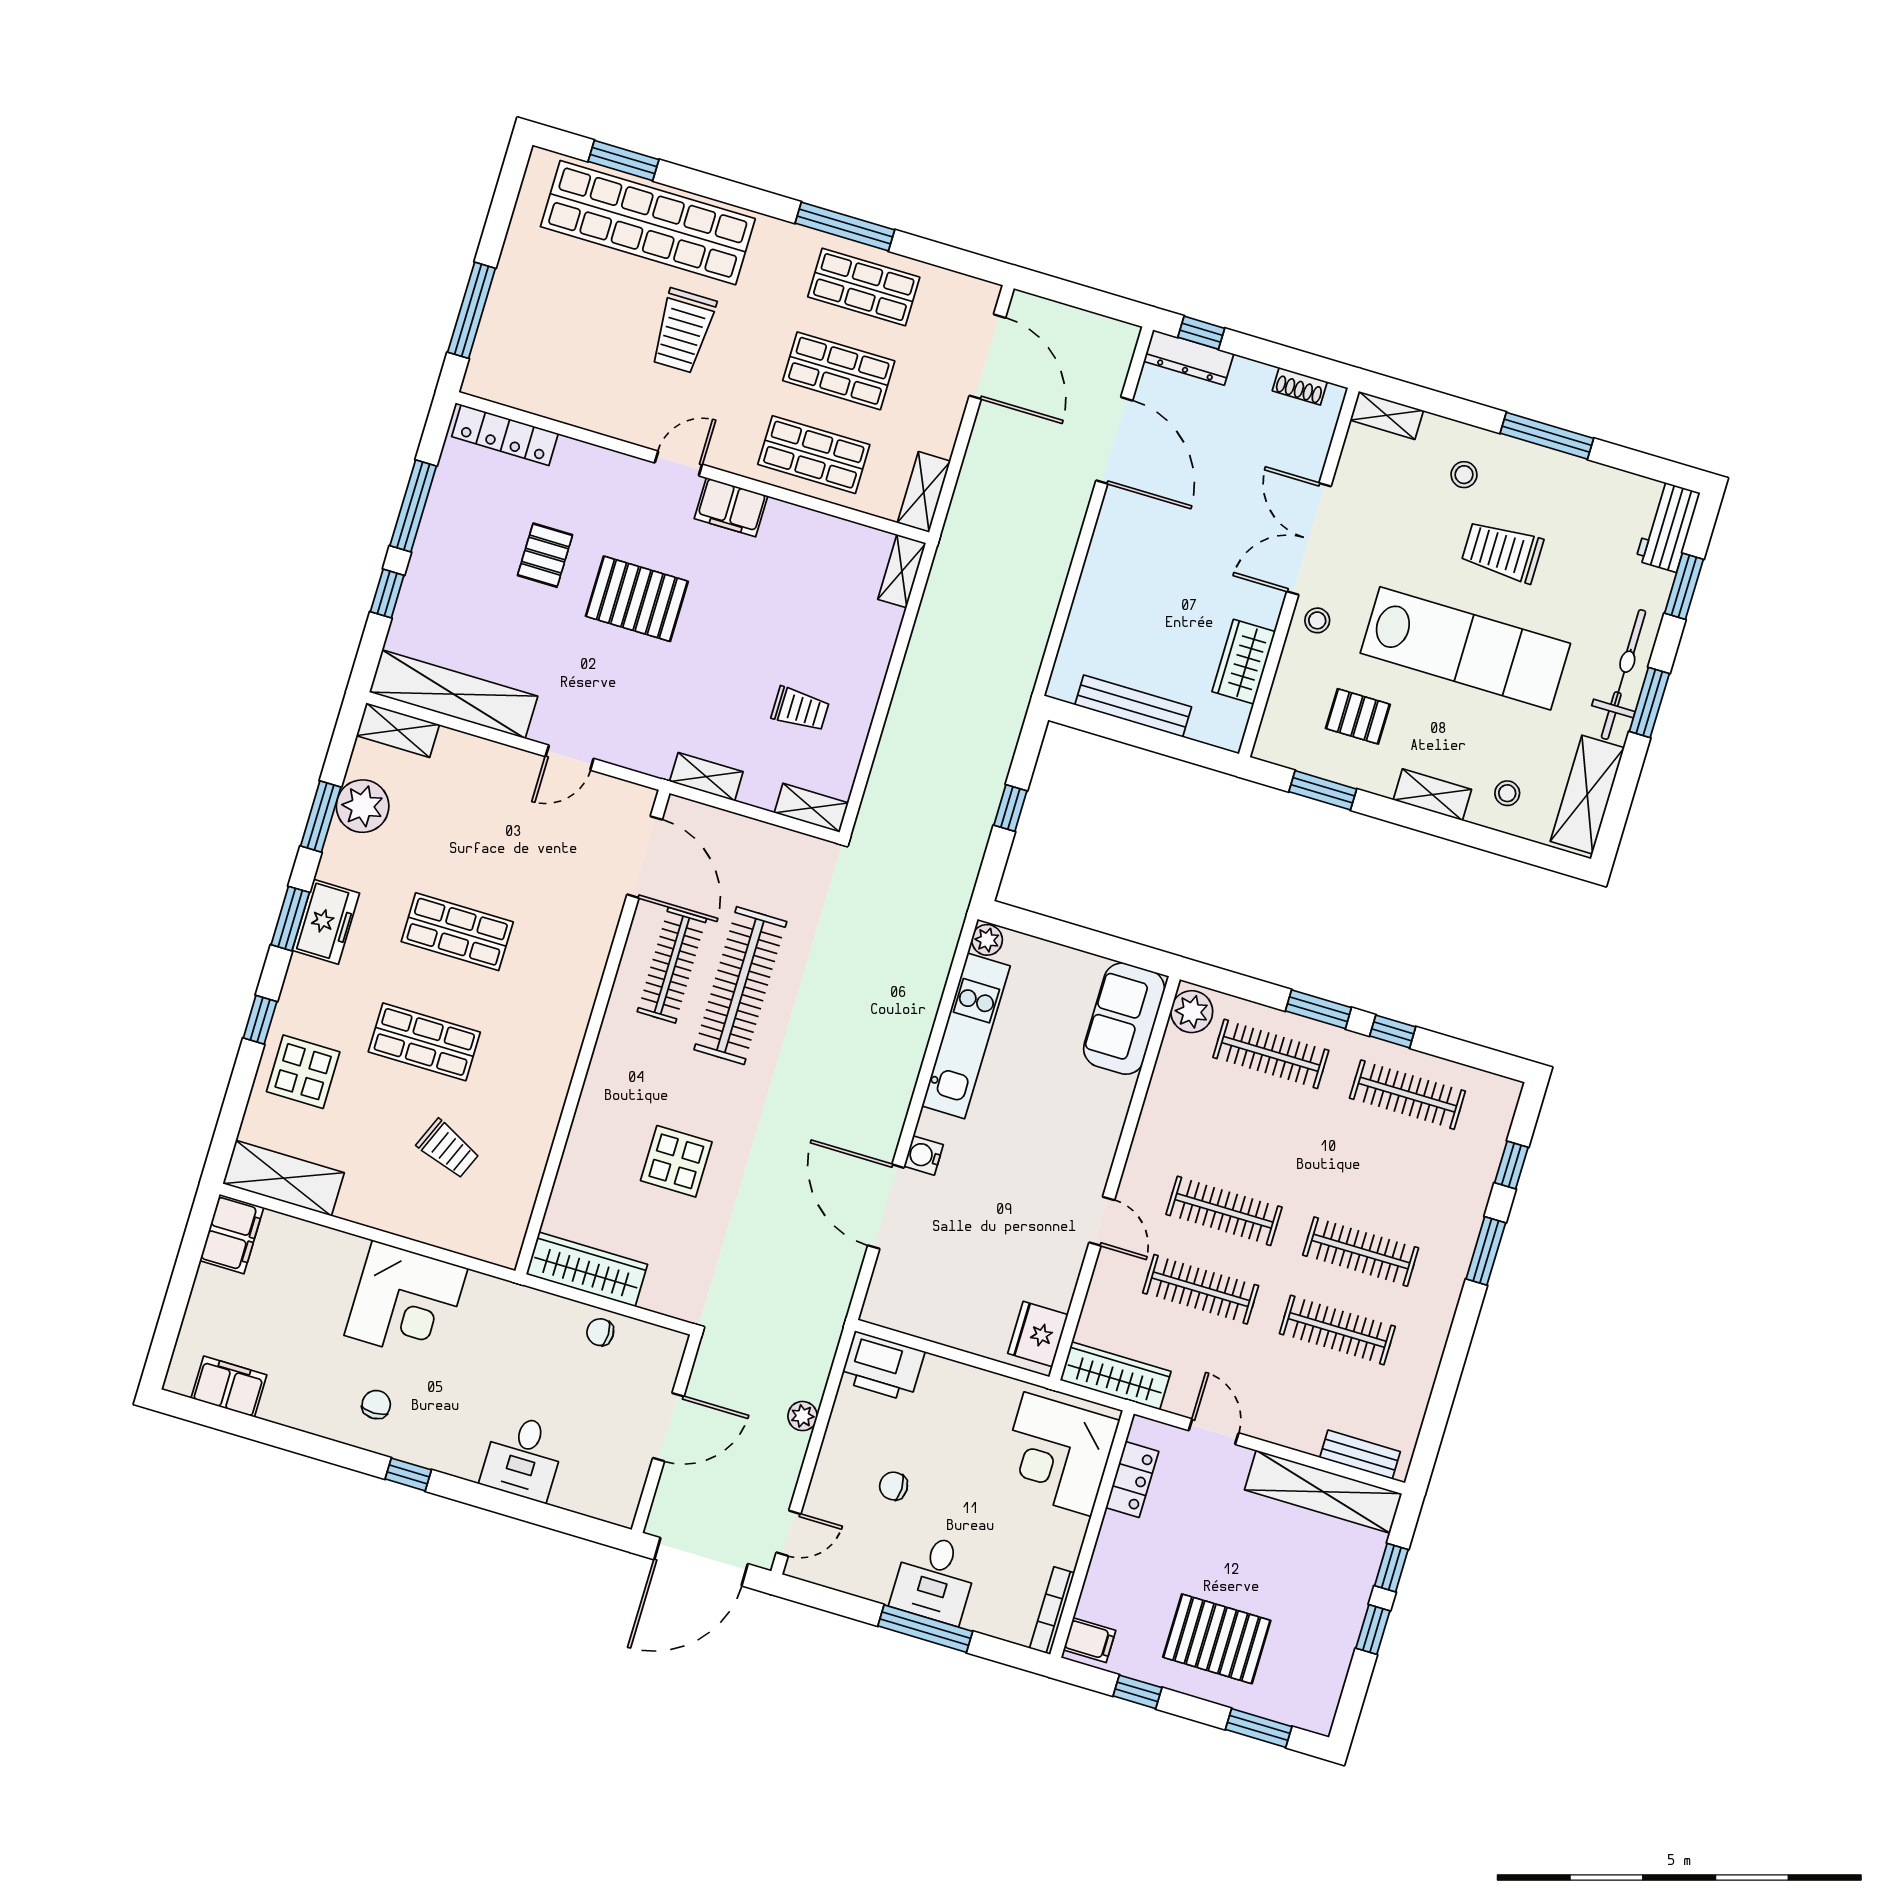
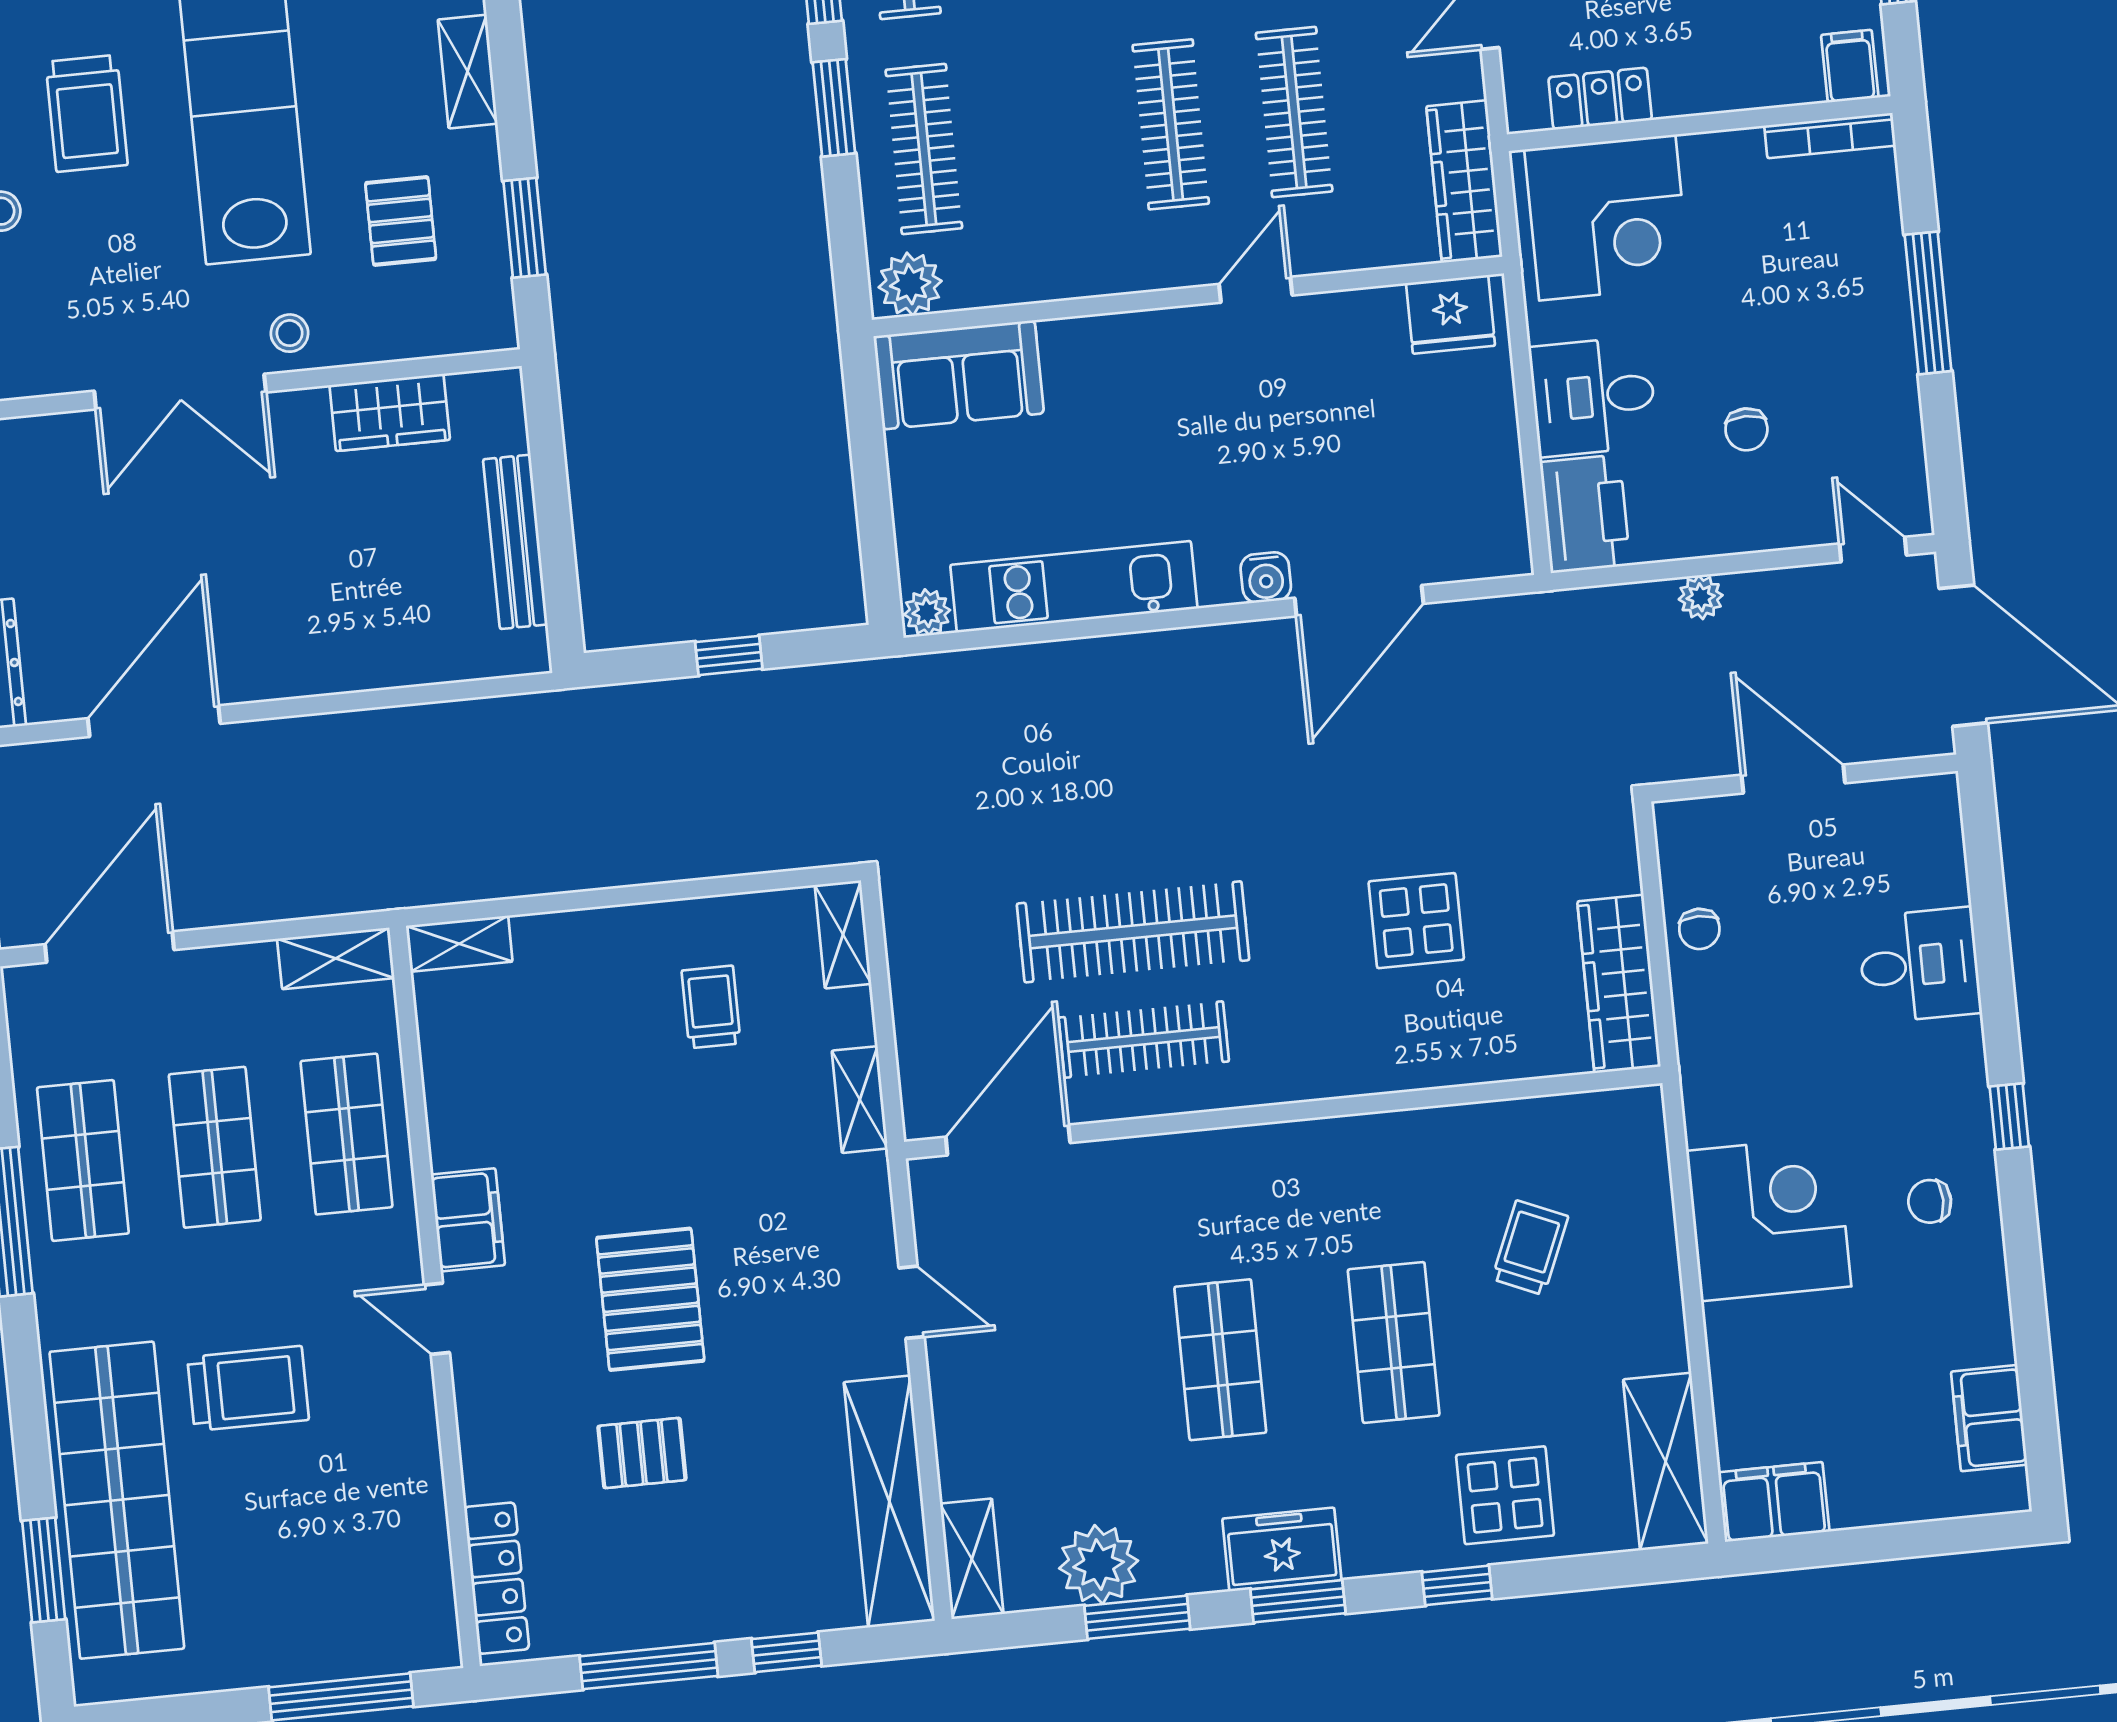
desk: (935, 1579) -> (1593, 397), moved, turned 180

